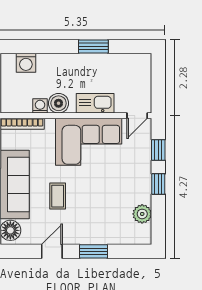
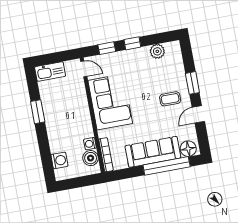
boiler: (59, 103) -> (91, 158), moved
kitchen sink: (95, 103) -> (50, 72), moved, turned -90
coffee table: (58, 196) -> (170, 99), moved
door: (52, 251) -> (198, 114), hinge flipped

